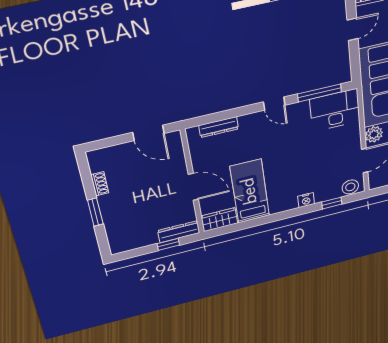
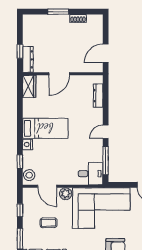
desk: (335, 110) -> (91, 174), width x0.73
bed: (250, 191) -> (45, 128), moved

